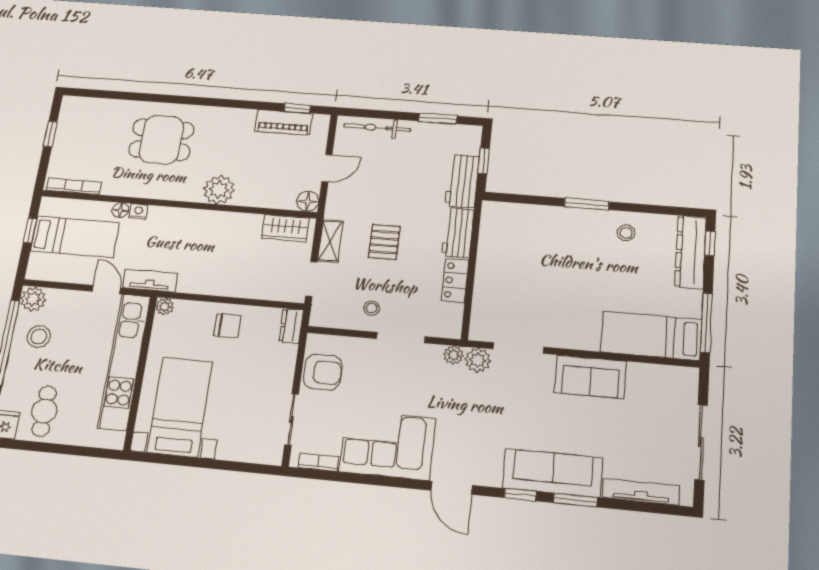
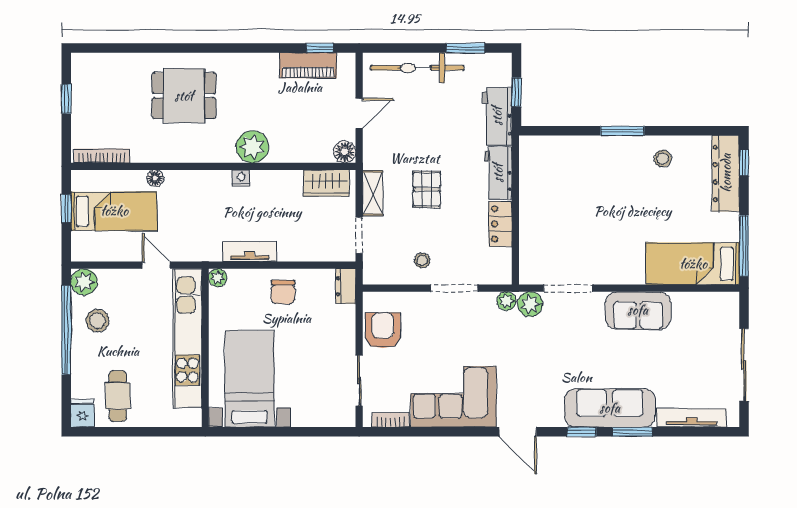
bicycle: (377, 128) -> (417, 68), width x1.37, depth x1.40
nightstand: (138, 212) -> (241, 178), moved
tv unit: (150, 281) -> (250, 252), moved
chair: (227, 326) -> (283, 292), turned 90
armchair: (323, 372) -> (383, 330), turned -90

